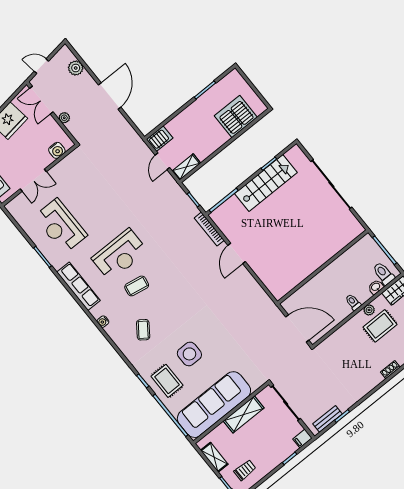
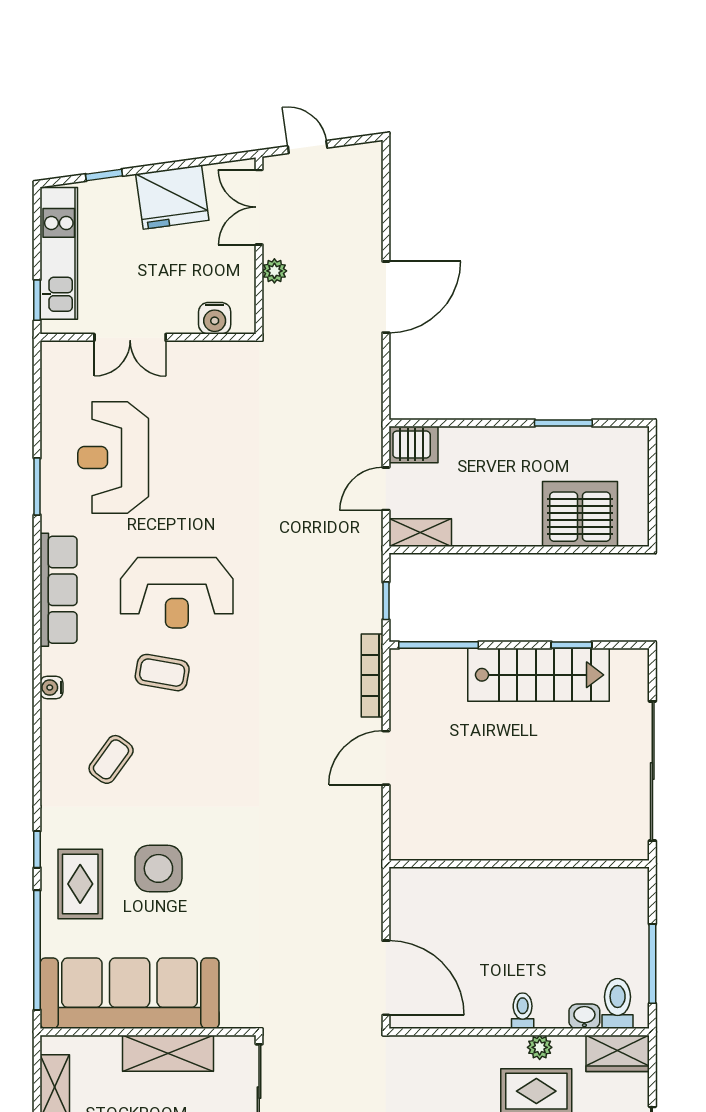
plant: (76, 68) -> (366, 199), removed
wall: (323, 267) -> (519, 864), moved

